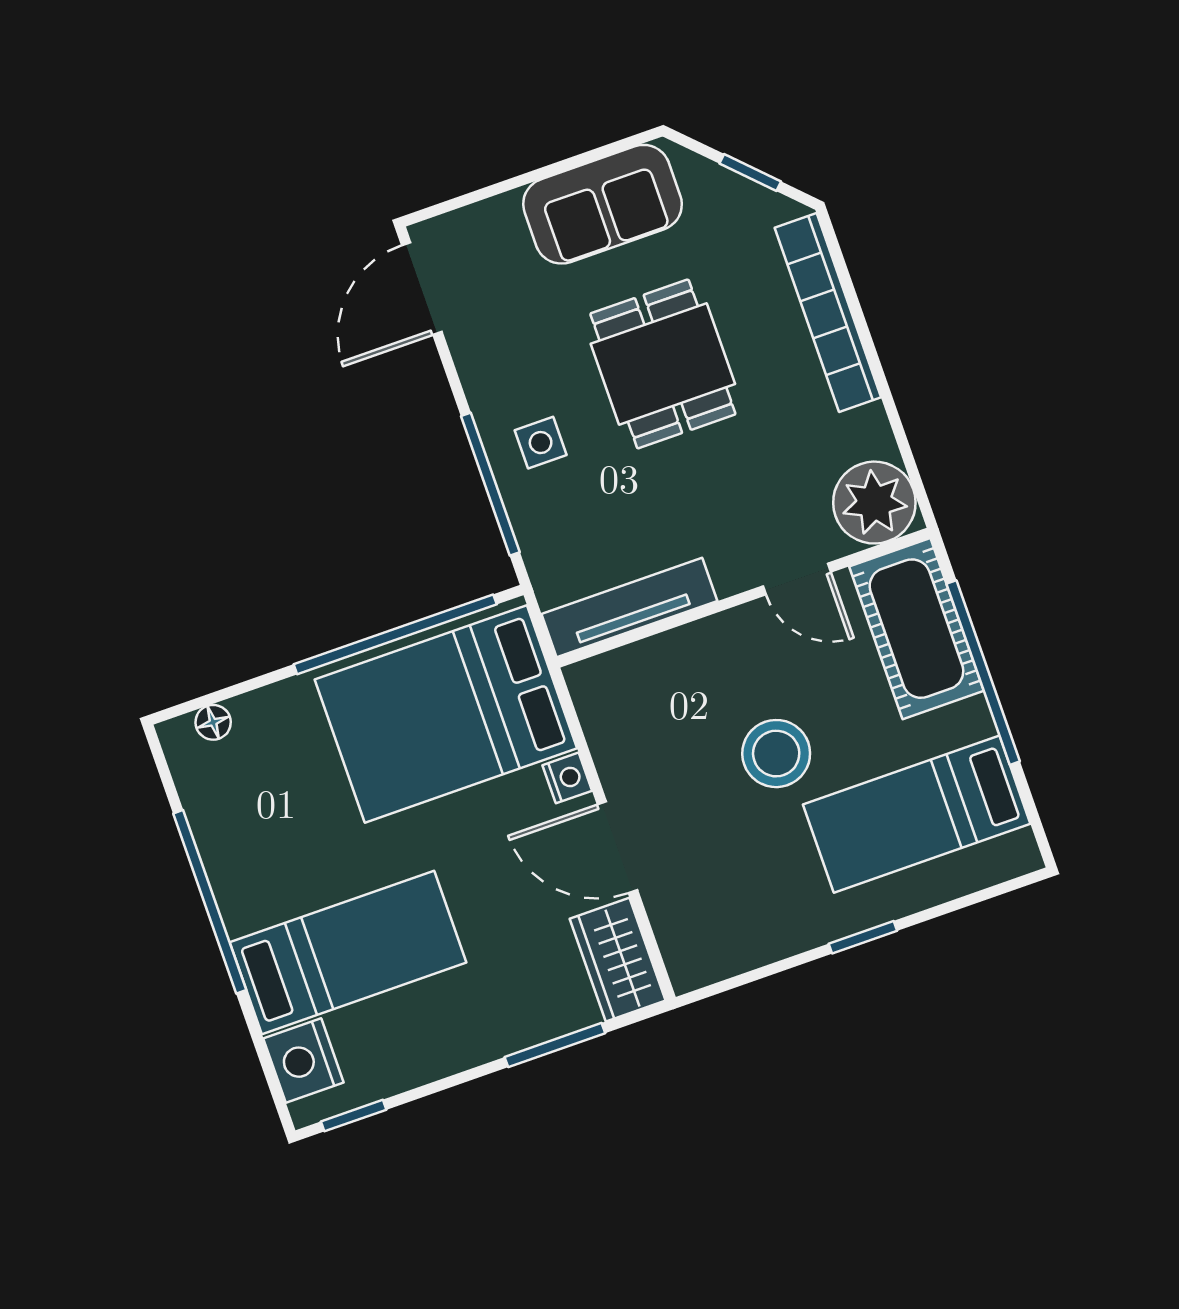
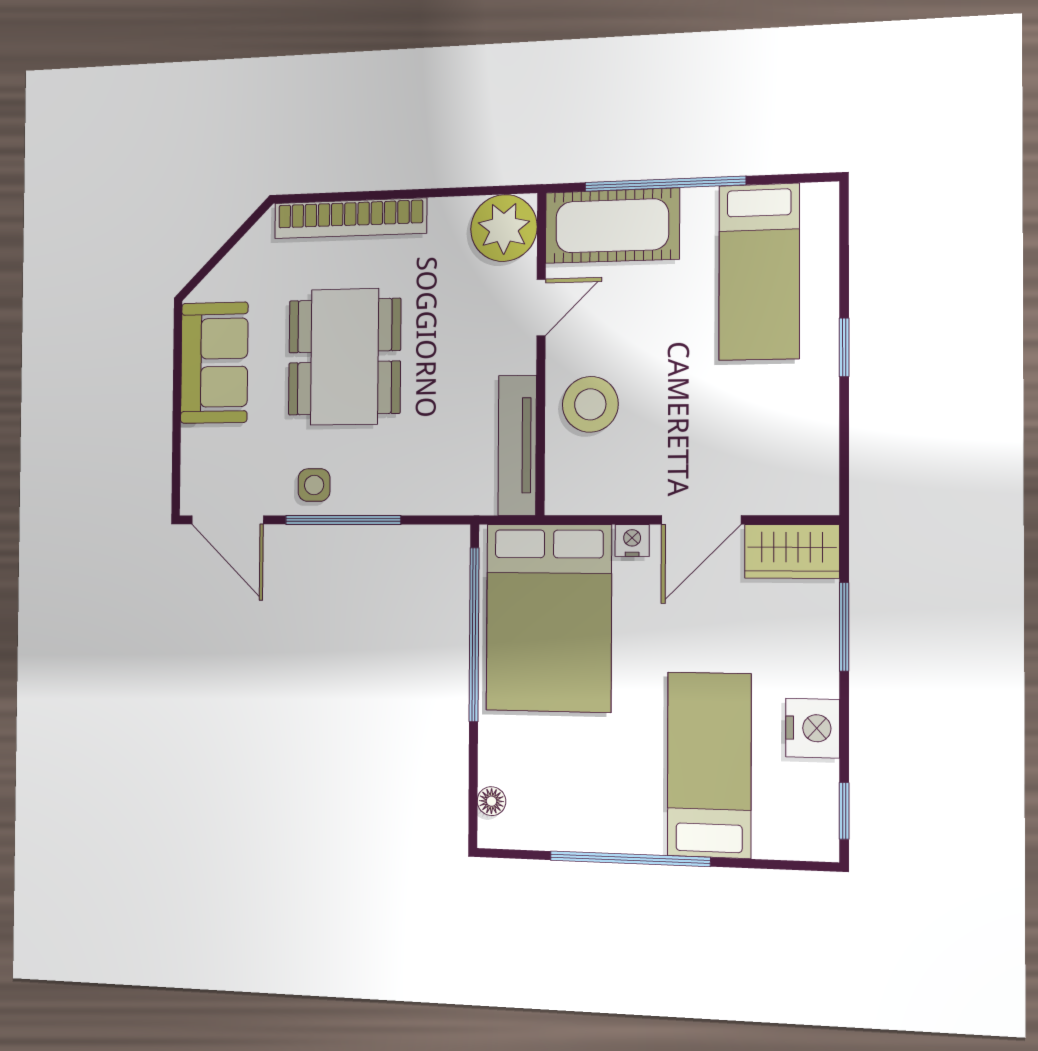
window: (750, 173) -> (230, 244), removed
dining table: (663, 364) -> (344, 357), width x1.38
side table: (541, 443) -> (314, 485), moved
window: (490, 484) -> (343, 520), moved
stool: (776, 754) -> (590, 404), moved
nightstand: (303, 1060) -> (813, 728), moved, turned -90

